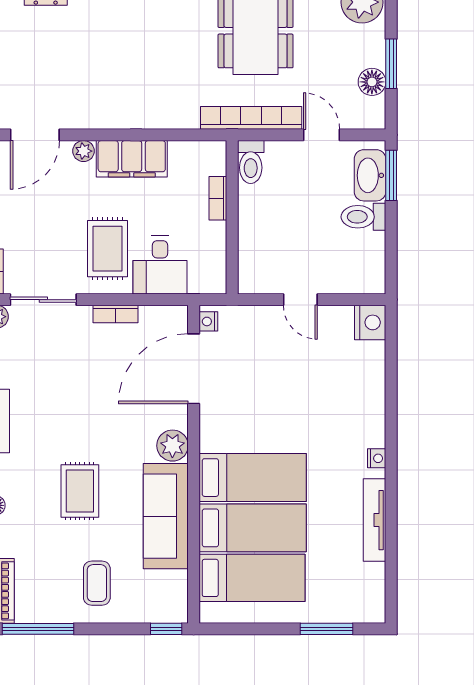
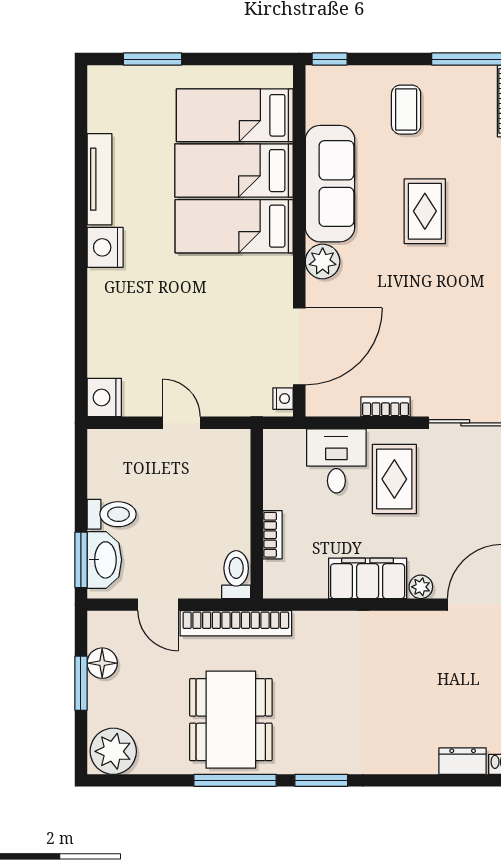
nightstand: (377, 458) -> (105, 247), width x1.89, depth x1.79

